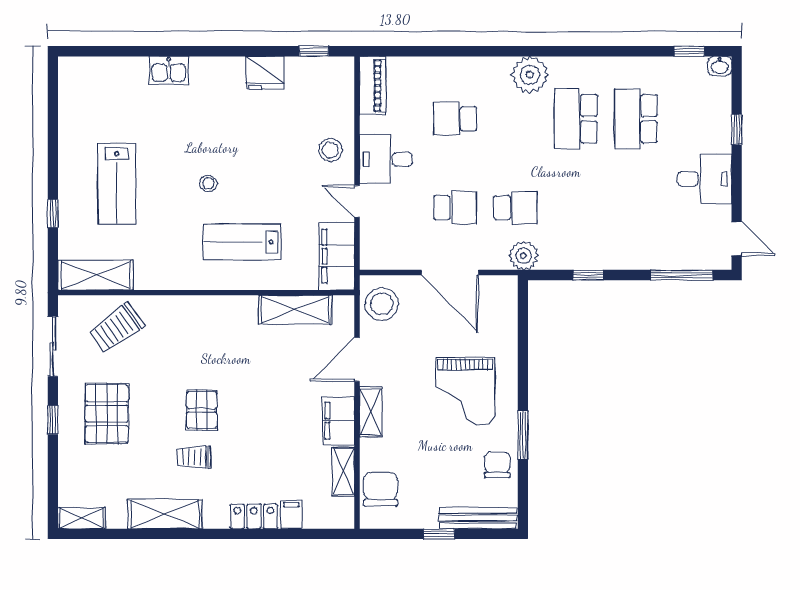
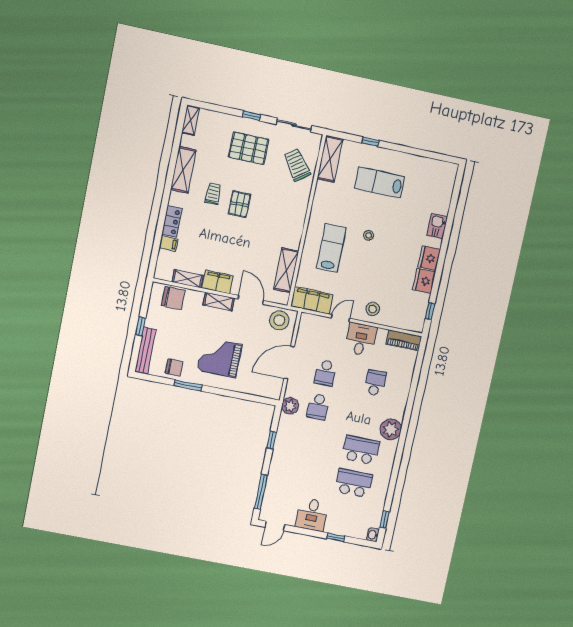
fridge: (225, 72) -> (429, 258), added
pallet: (202, 410) -> (239, 204), turned 90

